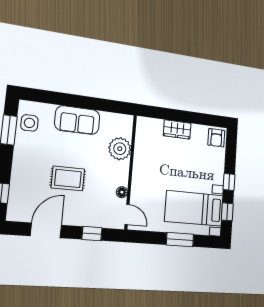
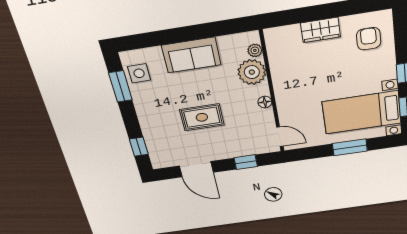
plant: (127, 131) -> (255, 50), added
armchair: (216, 138) -> (369, 39), moved, turned 180
floor lamp: (122, 192) -> (265, 102), moved
door: (46, 230) -> (196, 169), swing flipped

